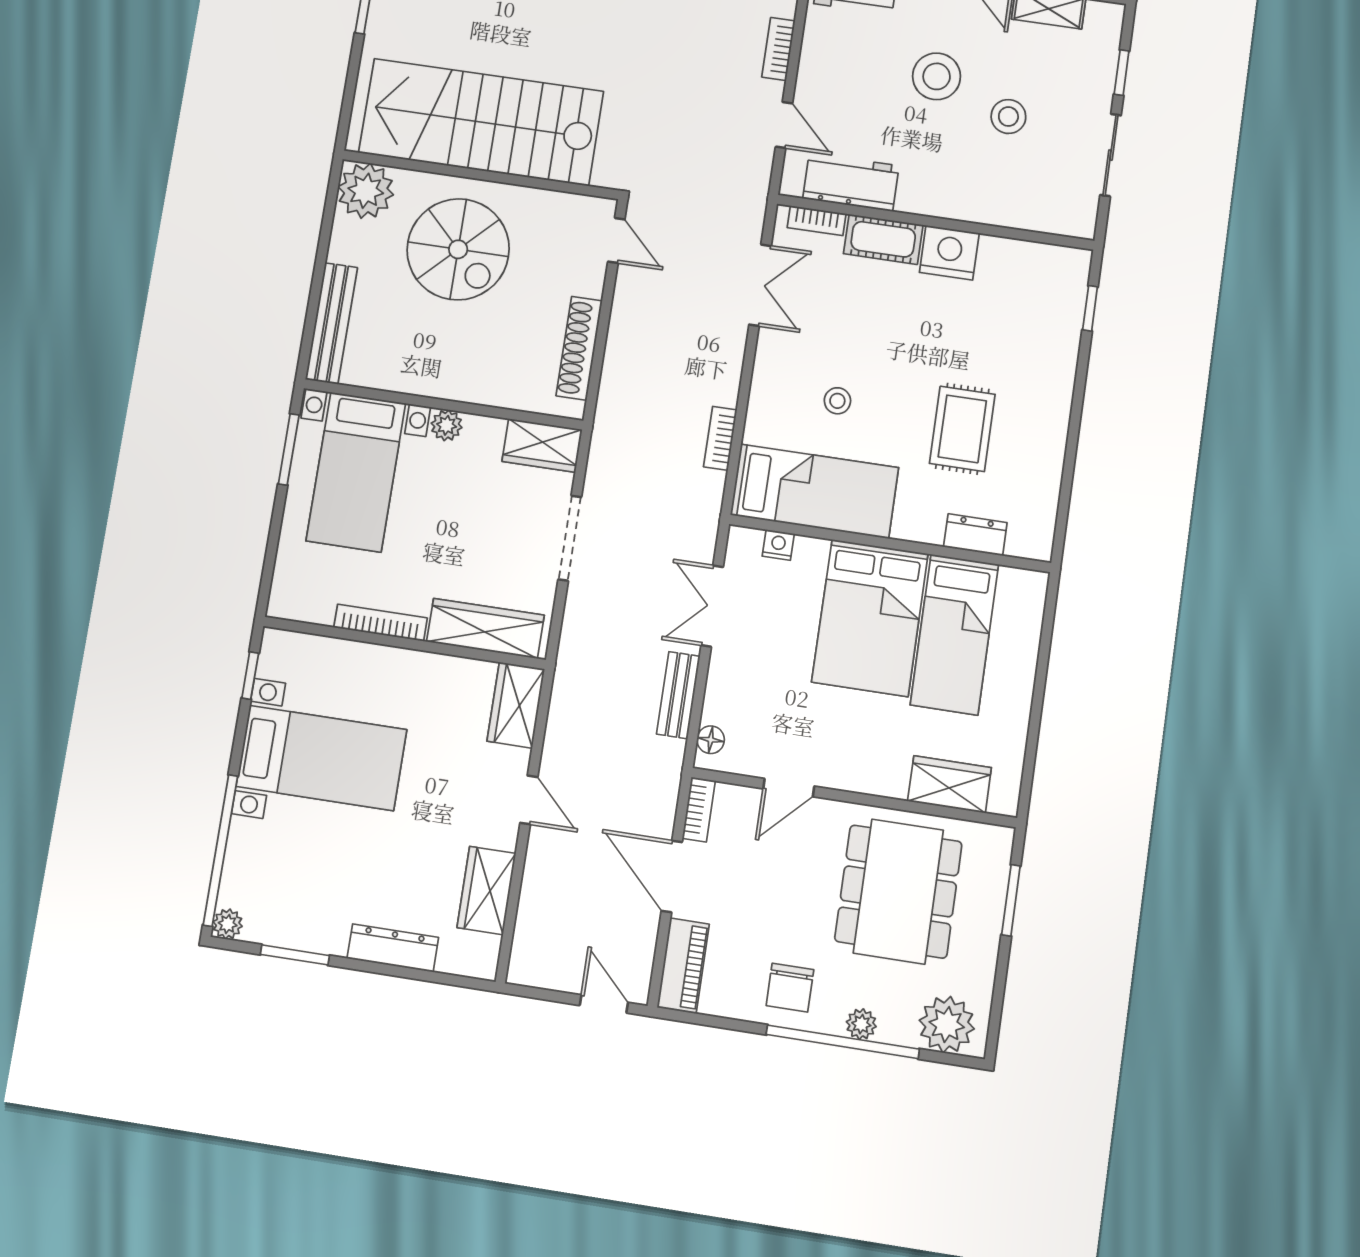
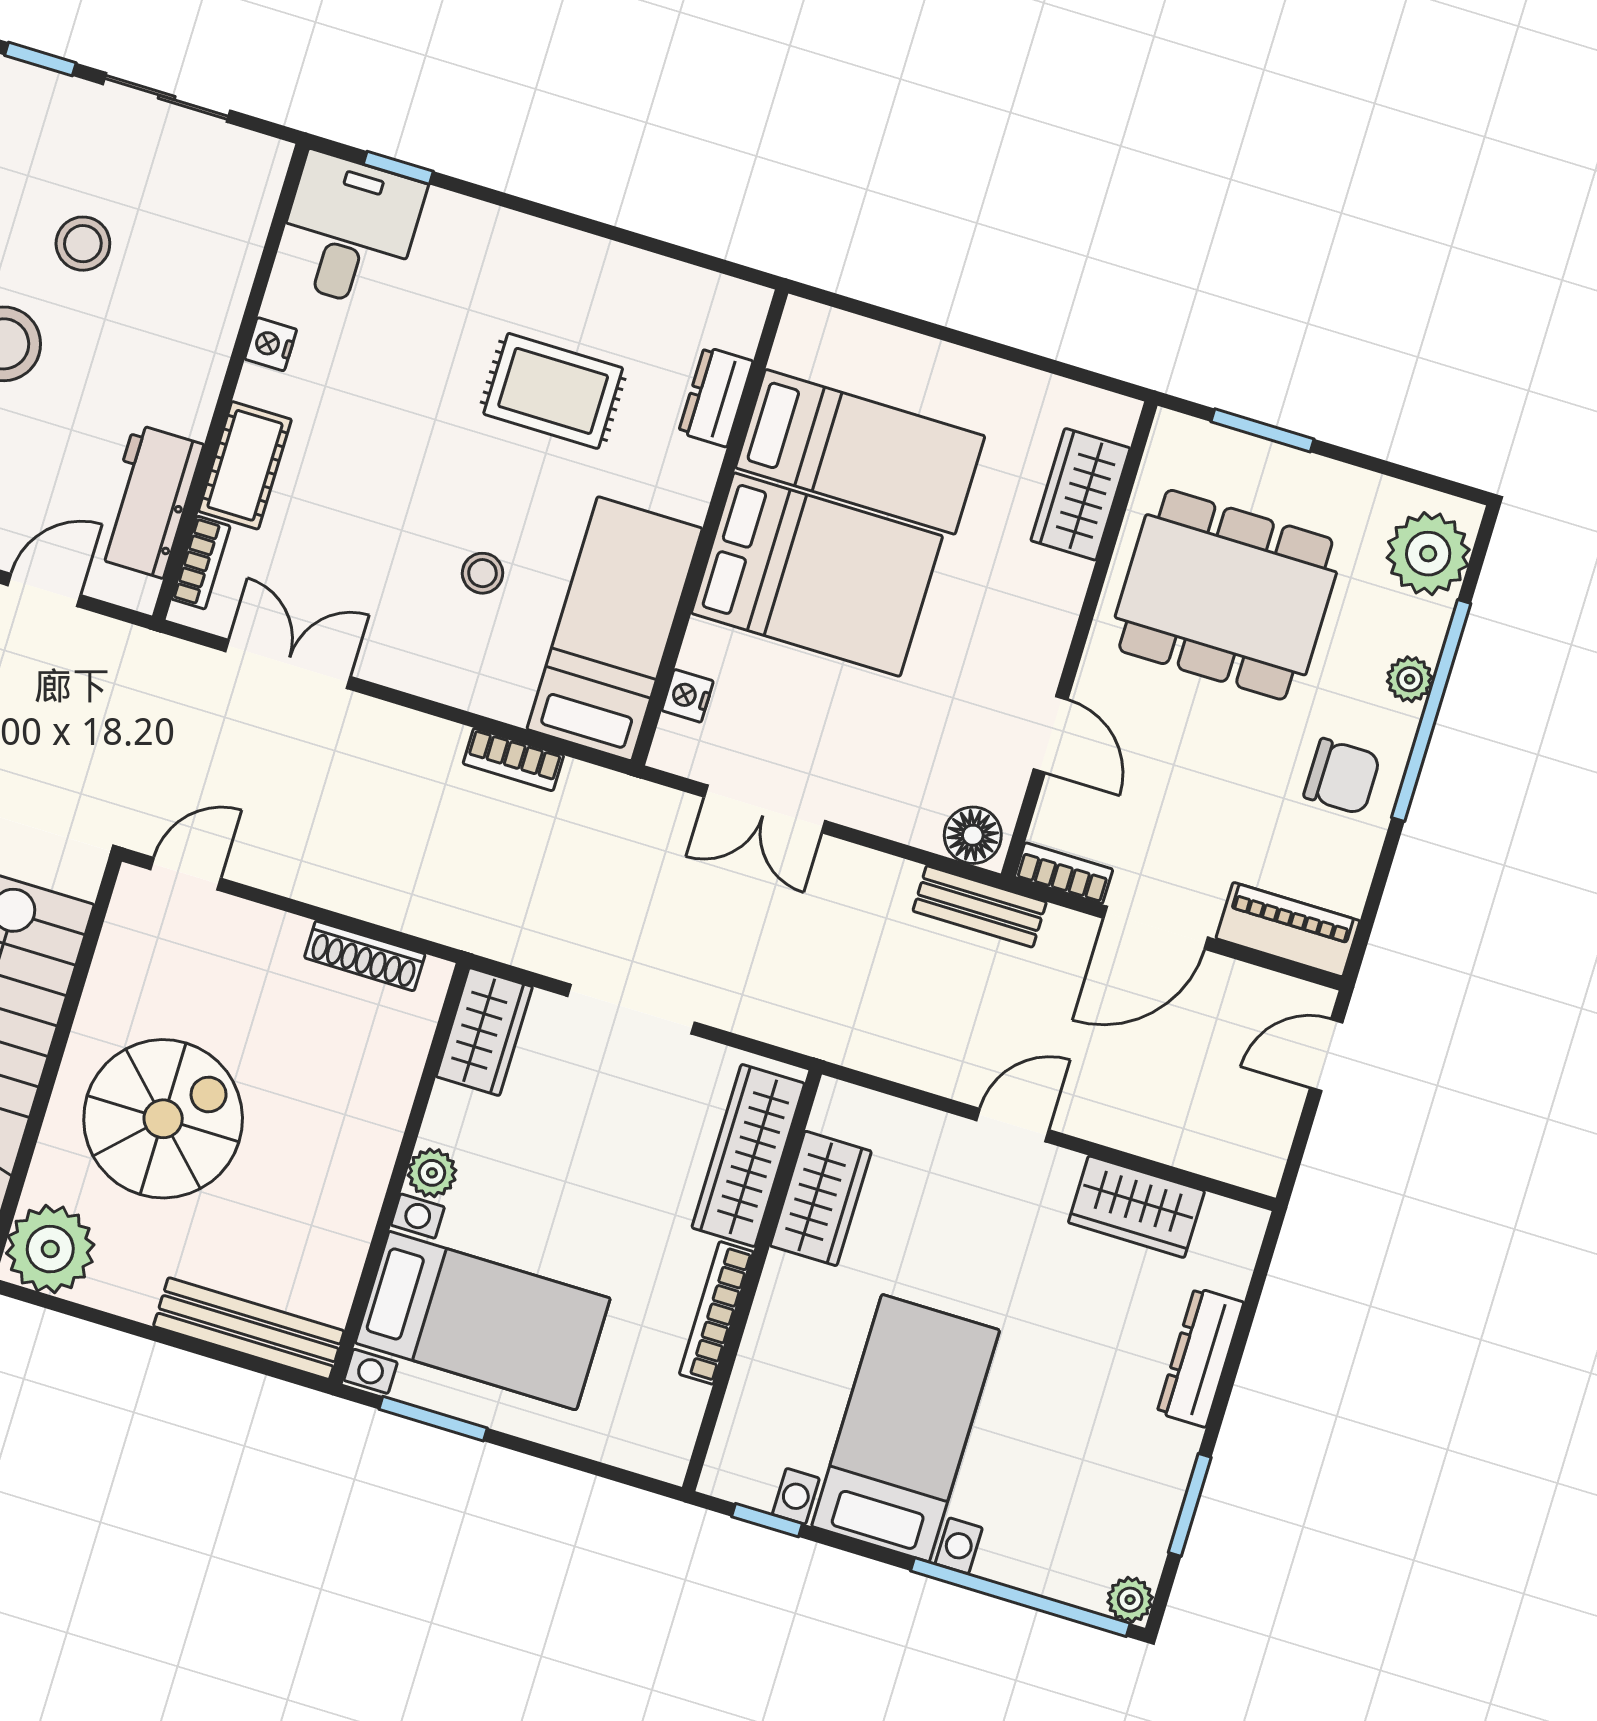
nightstand: (949, 253) -> (271, 344), width x0.53, depth x0.56
desk: (1044, 283) -> (349, 231), added
shoe rack: (579, 348) -> (365, 956), width x0.74, depth x0.81
bench: (678, 695) -> (980, 906), moved
wardrobe: (516, 705) -> (821, 1198), moved, turned -90
floor lamp: (711, 740) -> (973, 835), width x1.37, depth x1.37

